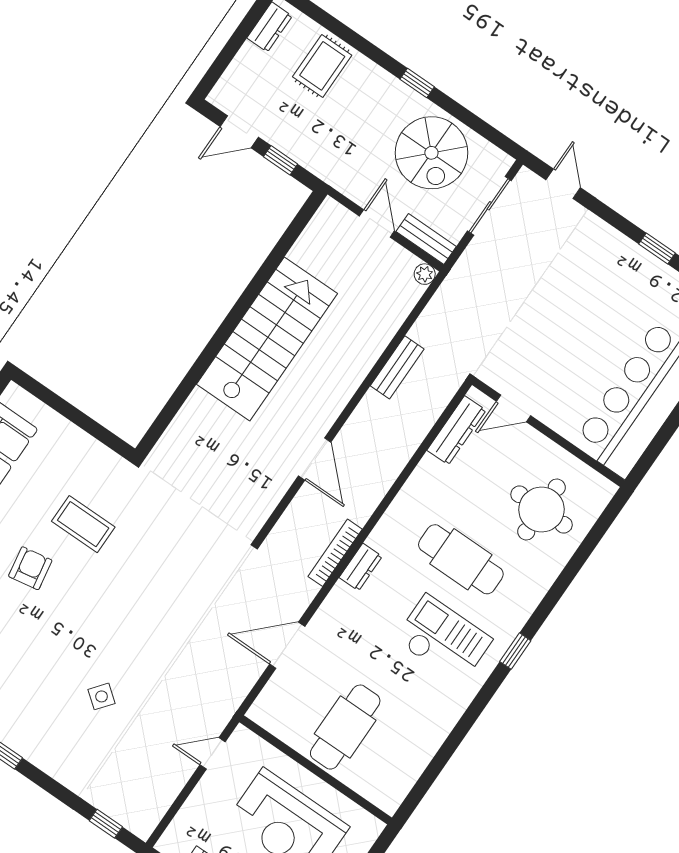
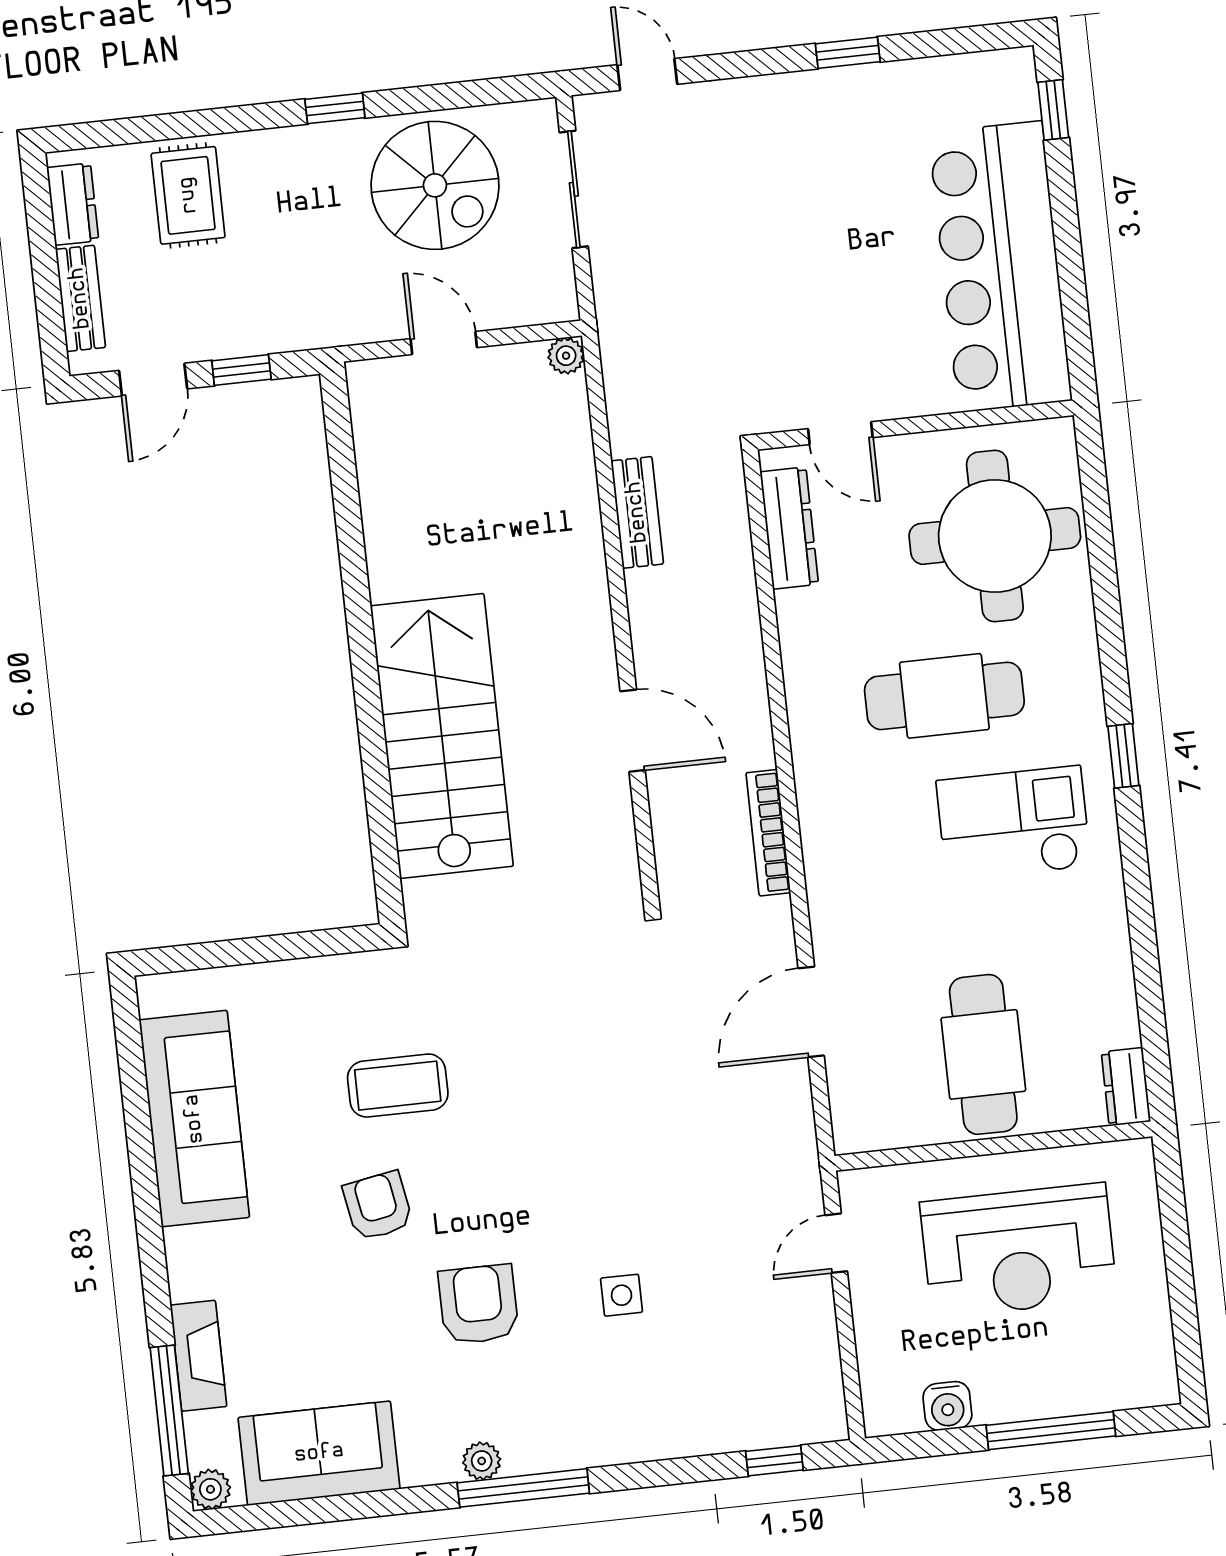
bench: (426, 239) -> (80, 298), moved, turned 90
stairs: (267, 339) -> (442, 736), moved
door: (513, 408) -> (840, 433), hinge flipped
round table: (542, 510) -> (995, 536), width x1.36, depth x1.36
dresser: (361, 567) -> (1126, 1087), moved, turned 180
armchair: (37, 648) -> (478, 1304), added
side table: (102, 696) -> (622, 1295), turned -38

